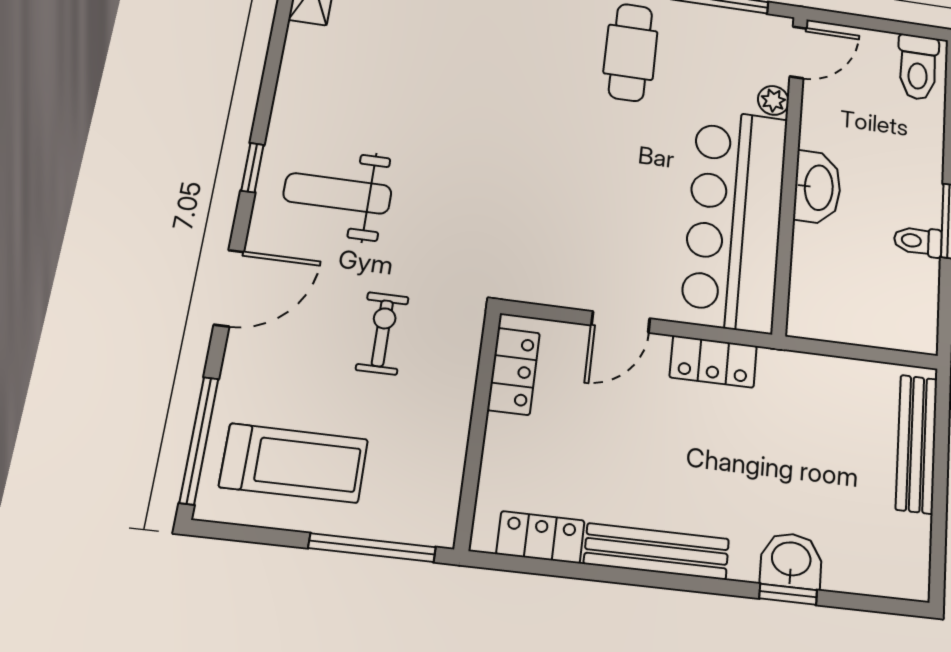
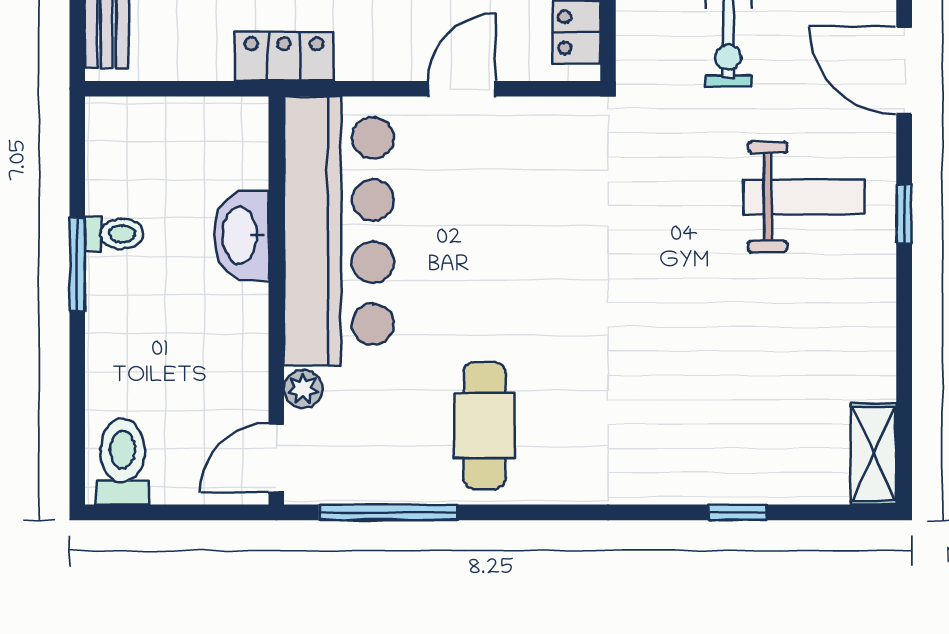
washbasin: (817, 187) -> (241, 235), moved
door: (229, 288) -> (904, 70), hinge flipped
locker: (713, 362) -> (284, 56), moved

